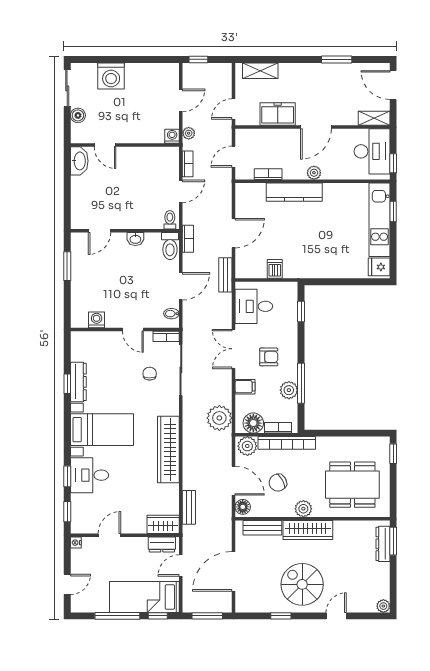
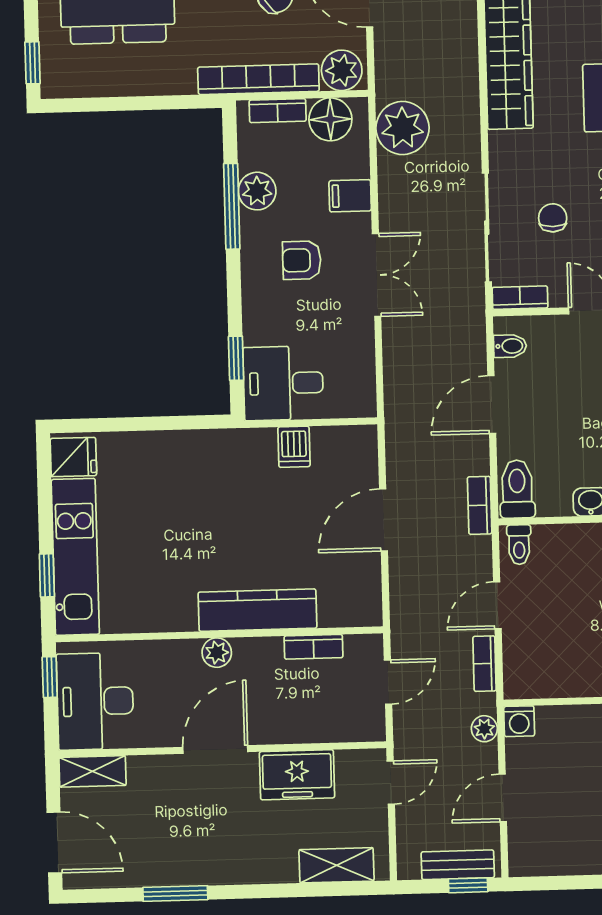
bench: (225, 275) -> (458, 865), moved, turned 90
desk: (254, 306) -> (283, 383), moved, turned 180
chair: (150, 374) -> (553, 218), turned 180

